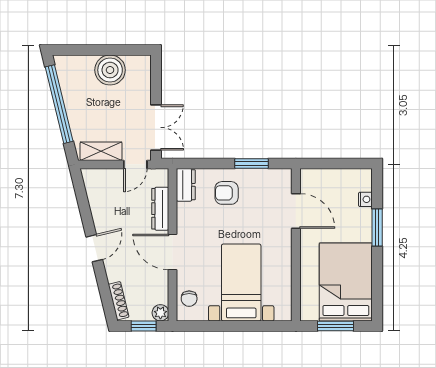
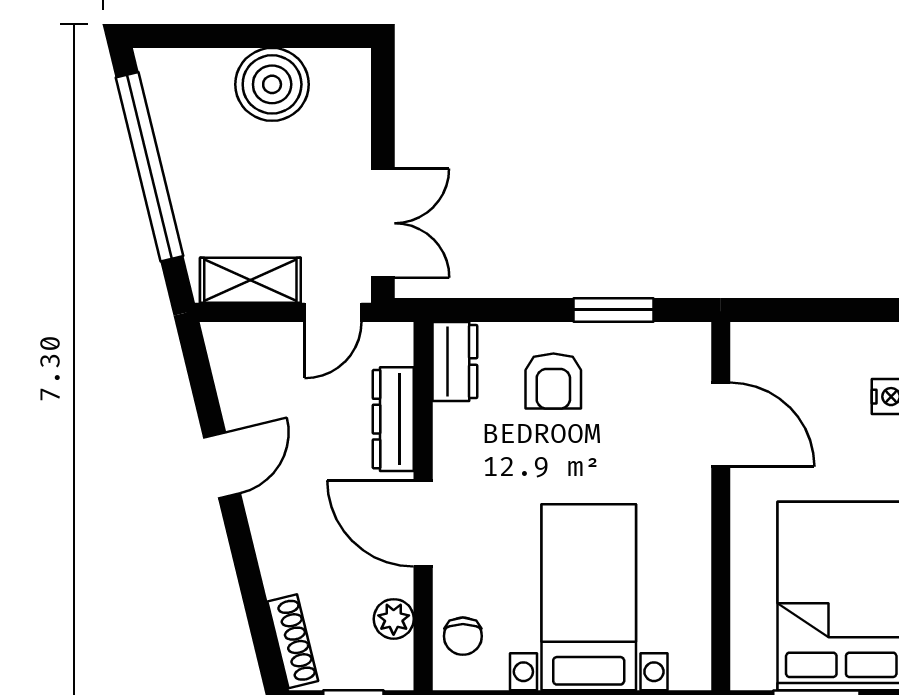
armchair: (227, 193) -> (553, 381), turned -90
door: (94, 248) -> (222, 465), moved
plant: (160, 313) -> (394, 619), moved

